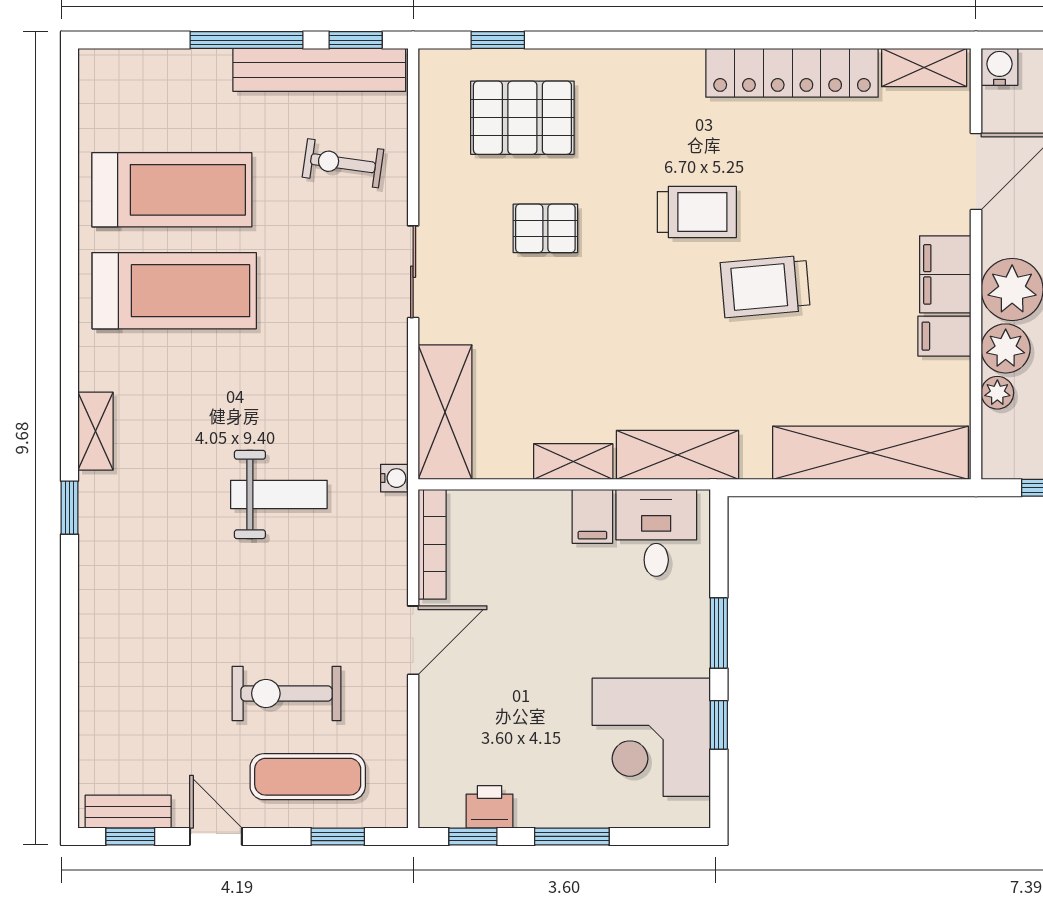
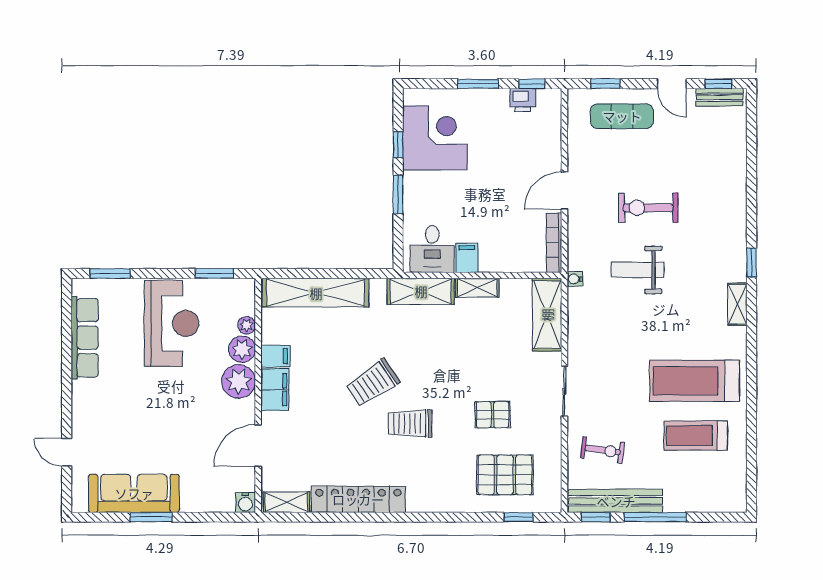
treadmill: (172, 190) -> (696, 436), width x0.73, depth x0.73
trolley: (765, 286) -> (373, 383), turned 151
exercise bike: (287, 693) -> (648, 208), moved, turned 180

